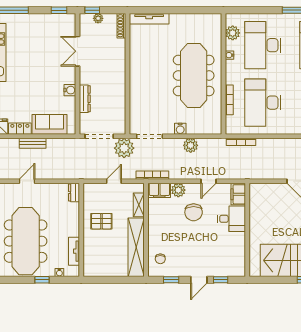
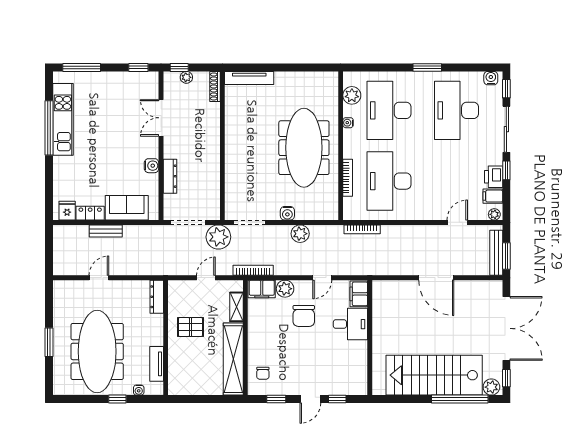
dresser: (74, 193) -> (157, 297), width x1.44

